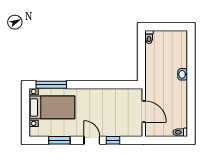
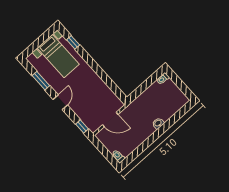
window: (51, 85) -> (73, 42), width x0.46
door: (144, 111) -> (110, 120), hinge flipped
window: (113, 140) -> (82, 126), moved

